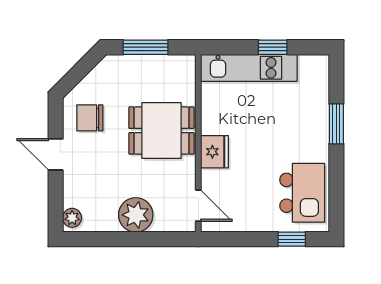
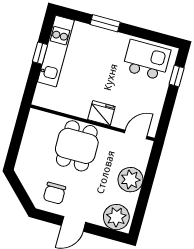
window: (146, 47) -> (16, 141), removed
kitchen unit: (249, 68) -> (56, 51), moved
plant: (72, 218) -> (116, 217), width x1.87, depth x1.87

